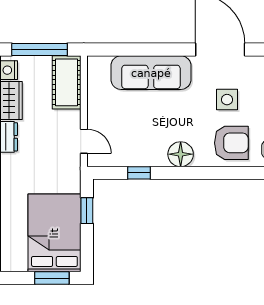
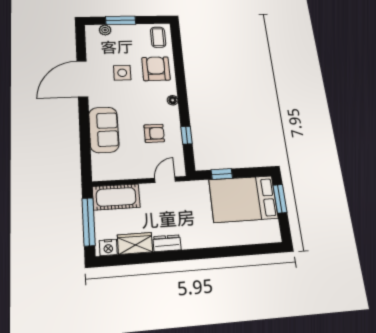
sofa: (151, 73) -> (104, 130), width x0.73
armchair: (143, 133) -> (154, 133), added
floor lamp: (181, 154) -> (173, 100), width x0.53, depth x0.53

